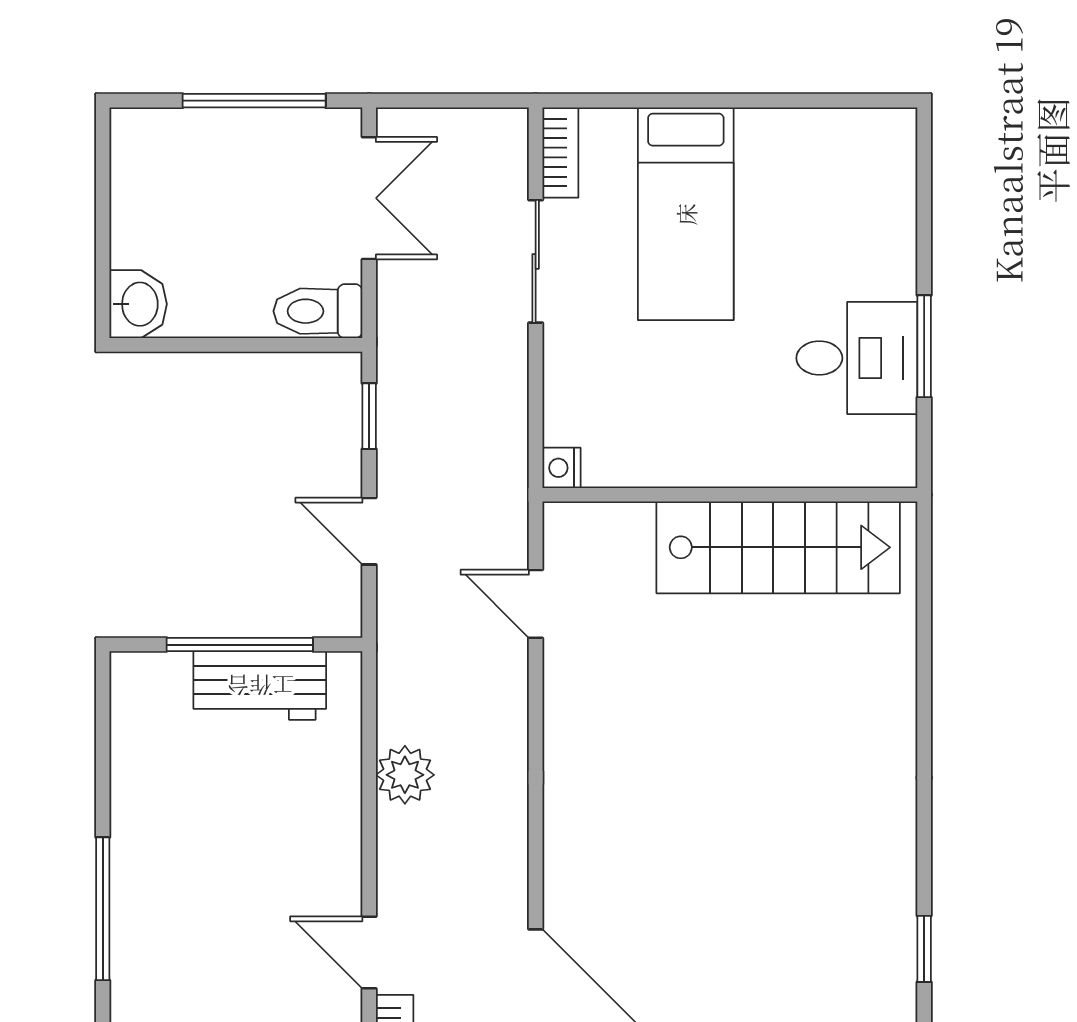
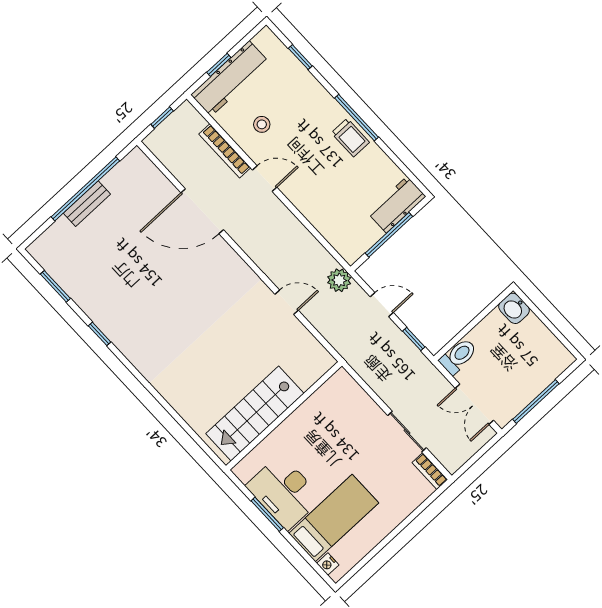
bed: (686, 214) -> (334, 518), moved, turned 90
desk: (857, 358) -> (284, 492), width x1.37
nightstand: (561, 468) -> (328, 564), moved, turned 180
door: (536, 604) -> (287, 302), moved
workbench: (260, 686) -> (397, 205), moved
plant: (405, 775) -> (339, 280), moved
trolley: (147, 883) -> (350, 138), added

